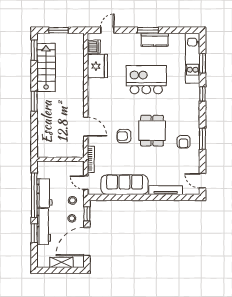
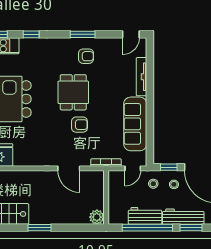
door: (86, 127) -> (69, 168), swing flipped
dining table: (152, 131) -> (73, 92), turned 90
armchair: (124, 136) -> (79, 125), turned -90
plant: (43, 151) -> (97, 217), added

